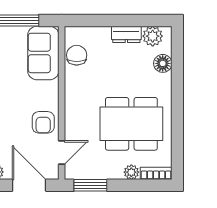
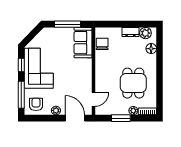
armchair: (43, 122) -> (83, 82), removed
dining table: (131, 124) -> (133, 83), width x0.73
window: (90, 185) -> (121, 118), moved

